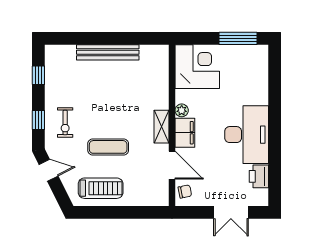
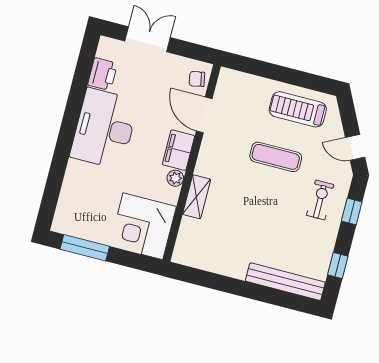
bench: (108, 52) -> (285, 282), moved
shelving: (161, 127) -> (197, 197), moved

